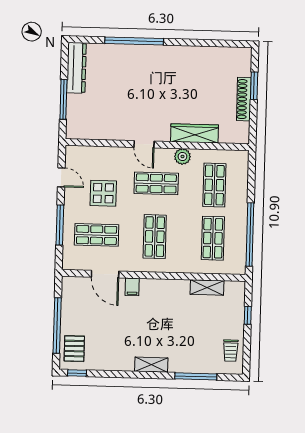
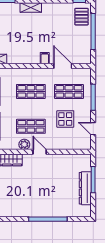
dresser: (76, 68) -> (85, 188), moved
plant: (182, 156) -> (24, 144), moved
shop shelf: (155, 237) -> (31, 91), turned 90

